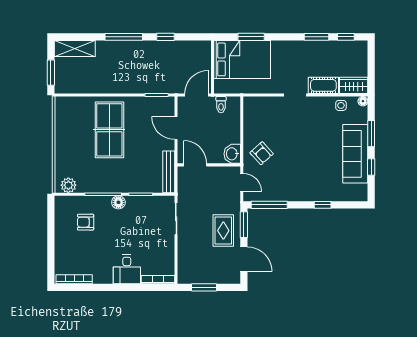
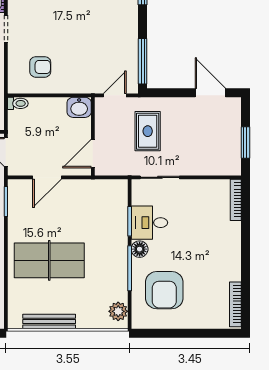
toilet: (221, 105) -> (18, 103), moved
armchair: (262, 153) -> (40, 67), moved, turned 42
bench: (169, 172) -> (49, 322), moved
armchair: (86, 222) -> (164, 290), width x1.88, depth x1.88
window: (244, 225) -> (167, 93), removed
rug: (223, 231) -> (148, 131), moved, turned 90
door: (244, 259) -> (210, 93), hinge flipped
desk: (127, 269) -> (149, 223), moved, turned 180

